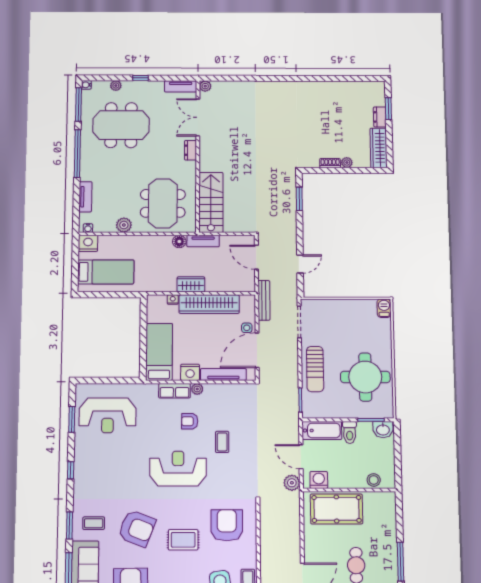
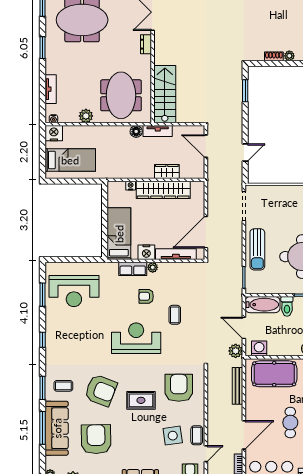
window: (77, 154) -> (42, 48), width x0.47
wardrobe: (191, 284) -> (167, 172), moved
bench: (264, 300) -> (237, 386), moved
side table: (247, 328) -> (197, 212), removed

